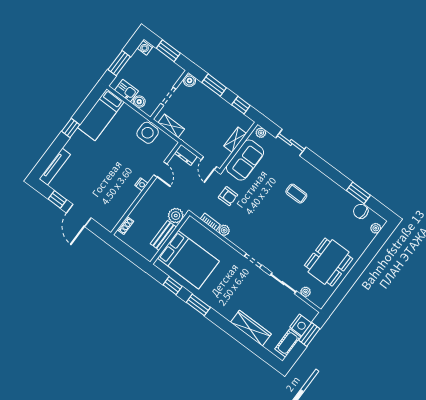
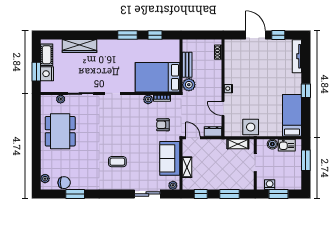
washing machine: (145, 47) -> (270, 185), moved
boiler: (189, 81) -> (249, 184), removed
bed: (188, 260) -> (158, 77), moved

